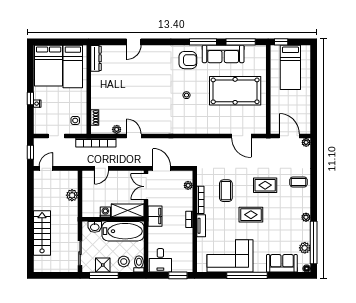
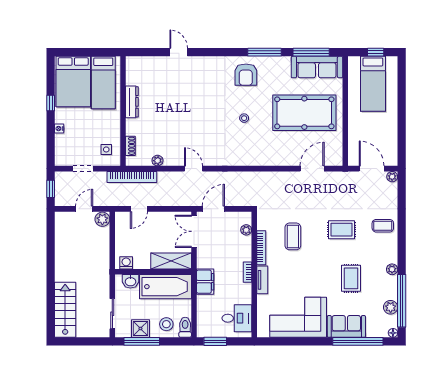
door: (134, 42) -> (179, 52), swing flipped
window: (281, 42) -> (376, 52), moved
sofa: (223, 54) -> (317, 67), moved
dresser: (96, 58) -> (132, 102), moved
armchair: (188, 60) -> (246, 75), turned 90
window: (30, 99) -> (51, 103), moved
door: (134, 136) -> (194, 169), moved
door: (241, 136) -> (312, 169), swing flipped
door: (46, 168) -> (84, 209), moved
door: (162, 168) -> (213, 209), hinge flipped
plant: (72, 195) -> (102, 219), moved
washing machine: (105, 212) -> (126, 263), moved
rug: (251, 215) -> (351, 278), moved, turned 90
filing cabinet: (155, 216) -> (205, 282), moved
stairs: (42, 233) -> (65, 310), moved
desk: (160, 260) -> (237, 318), moved, turned -90
sofa: (282, 263) -> (346, 326), moved
window: (178, 275) -> (215, 341), moved
window: (247, 275) -> (358, 341), moved

